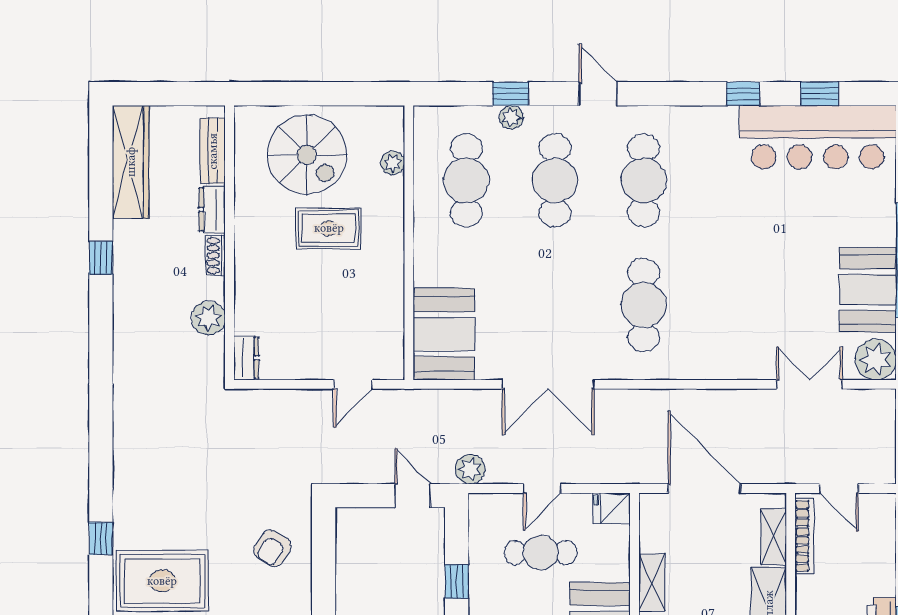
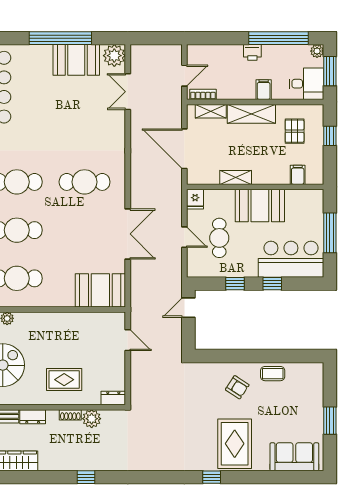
rug: (329, 228) -> (64, 380), moved, turned 90
shoe rack: (216, 255) -> (70, 415), moved
window: (101, 258) -> (86, 477), moved
plant: (470, 469) -> (174, 276), removed
door: (705, 488) -> (184, 149), hinge flipped
bookcase: (805, 536) -> (203, 94), width x0.64
armchair: (272, 548) -> (237, 387), moved

